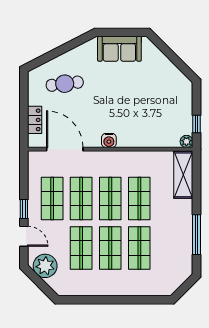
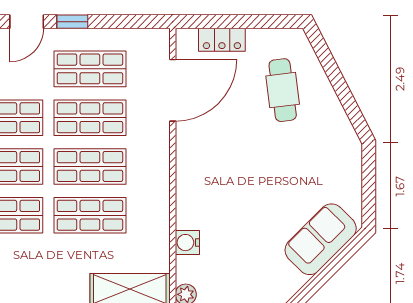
sofa: (119, 49) -> (321, 239), moved, turned 45
water cooler: (109, 140) -> (187, 243), moved

